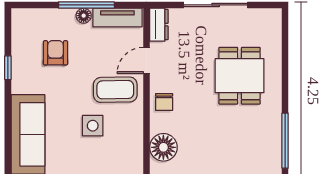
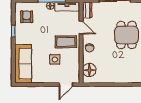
armchair: (56, 53) -> (27, 17), moved
door: (146, 60) -> (81, 28), swing flipped

